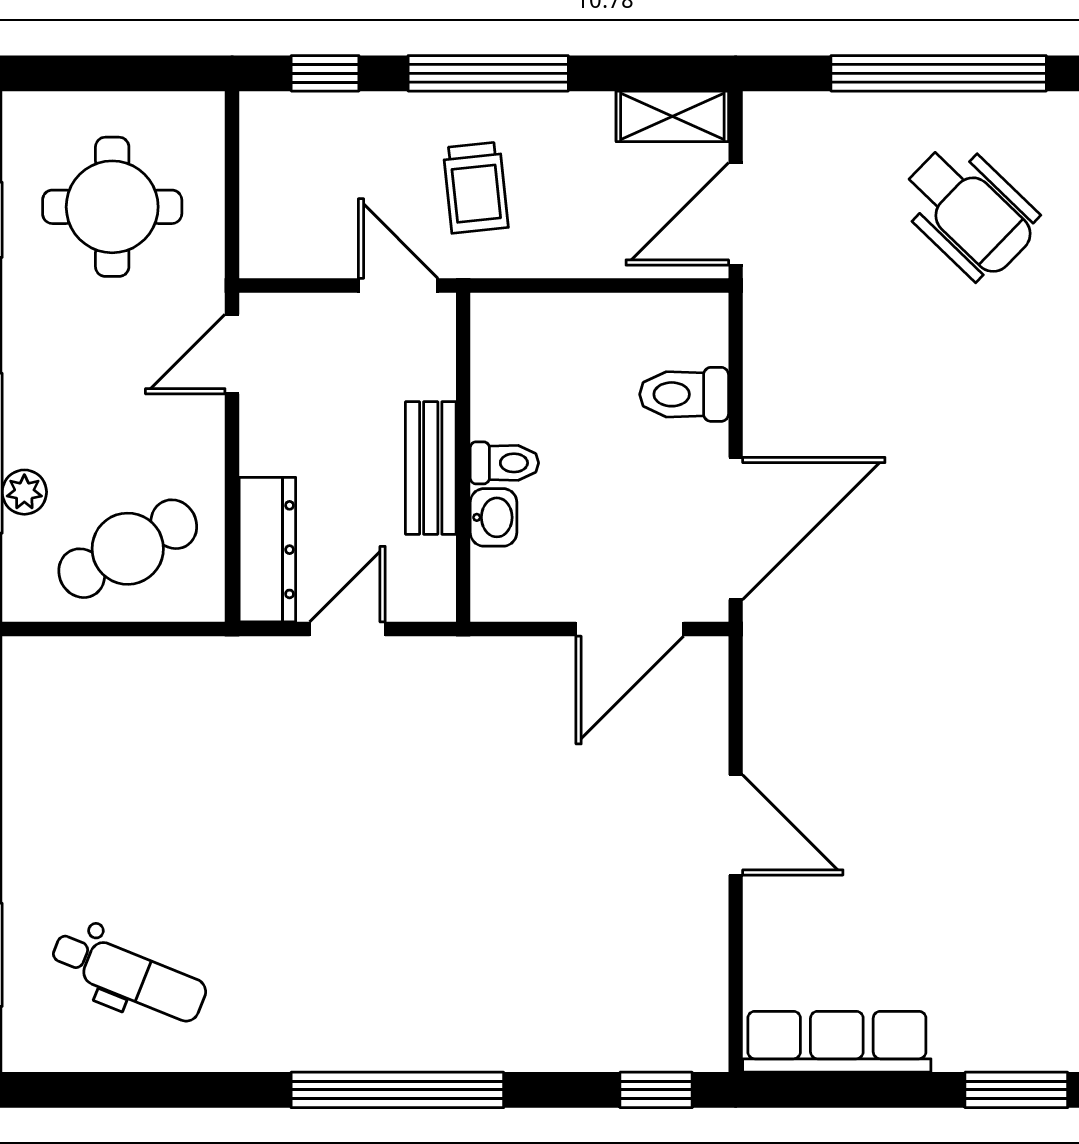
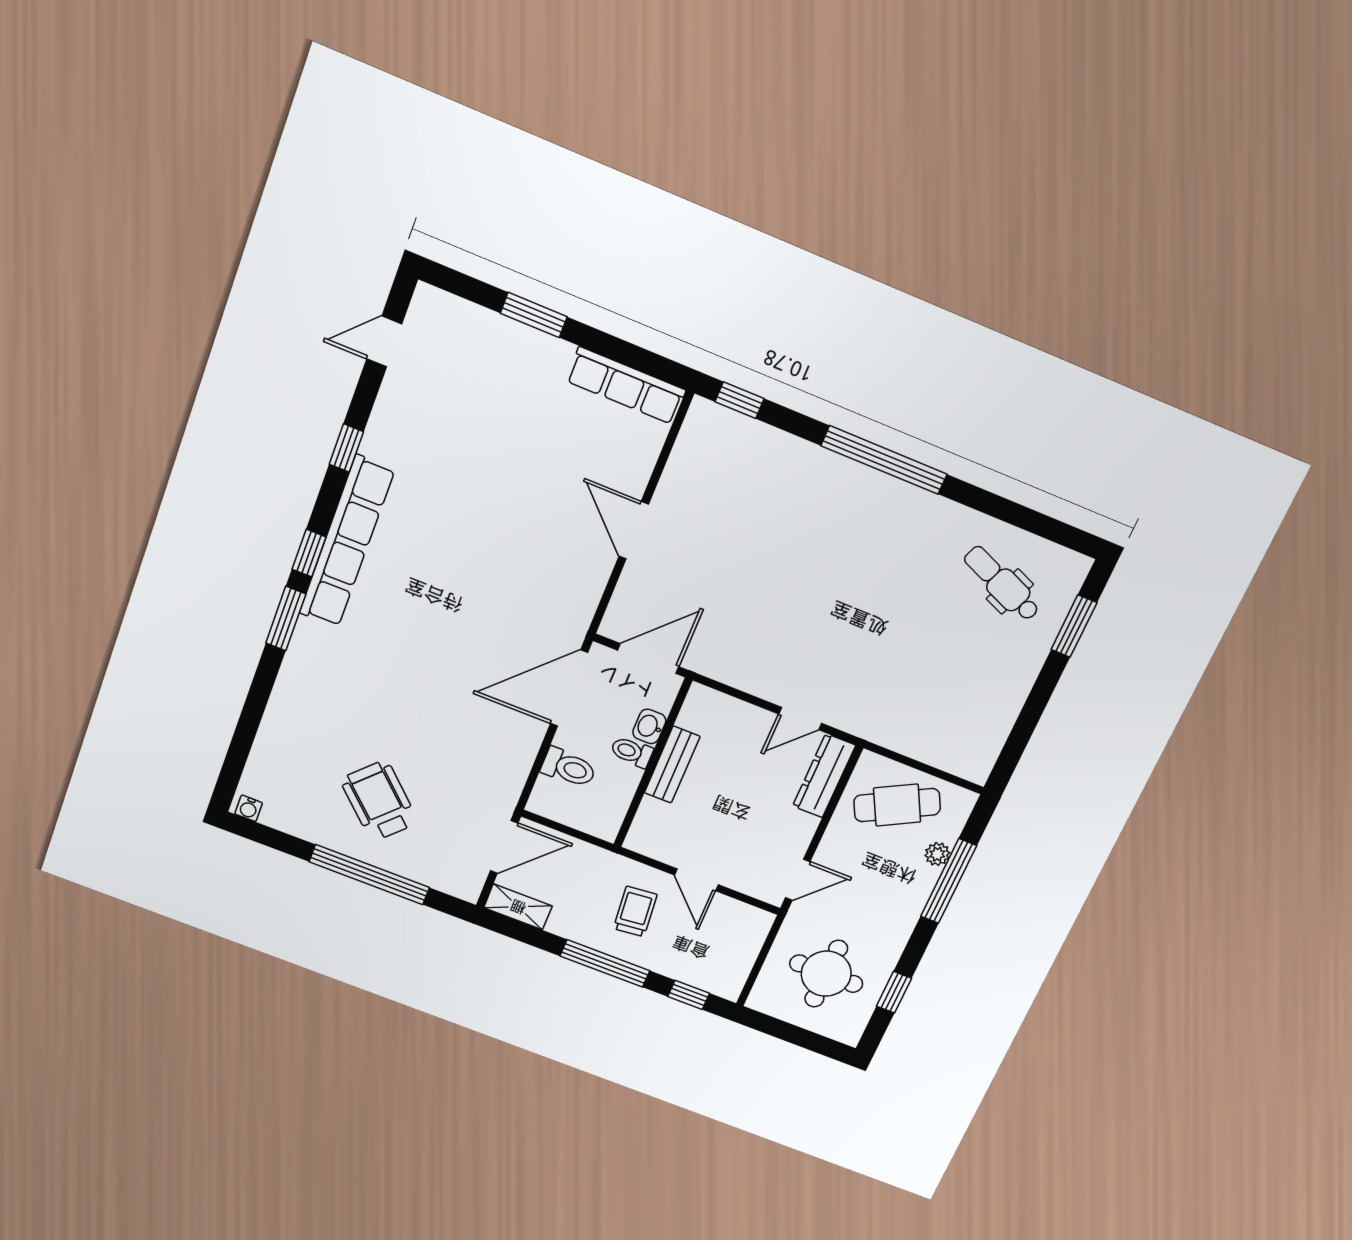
wall: (463, 457) -> (652, 763), moved
toilet: (504, 463) -> (632, 752), moved
bench: (431, 468) -> (672, 765), moved
washbasin: (494, 517) -> (649, 726), moved

